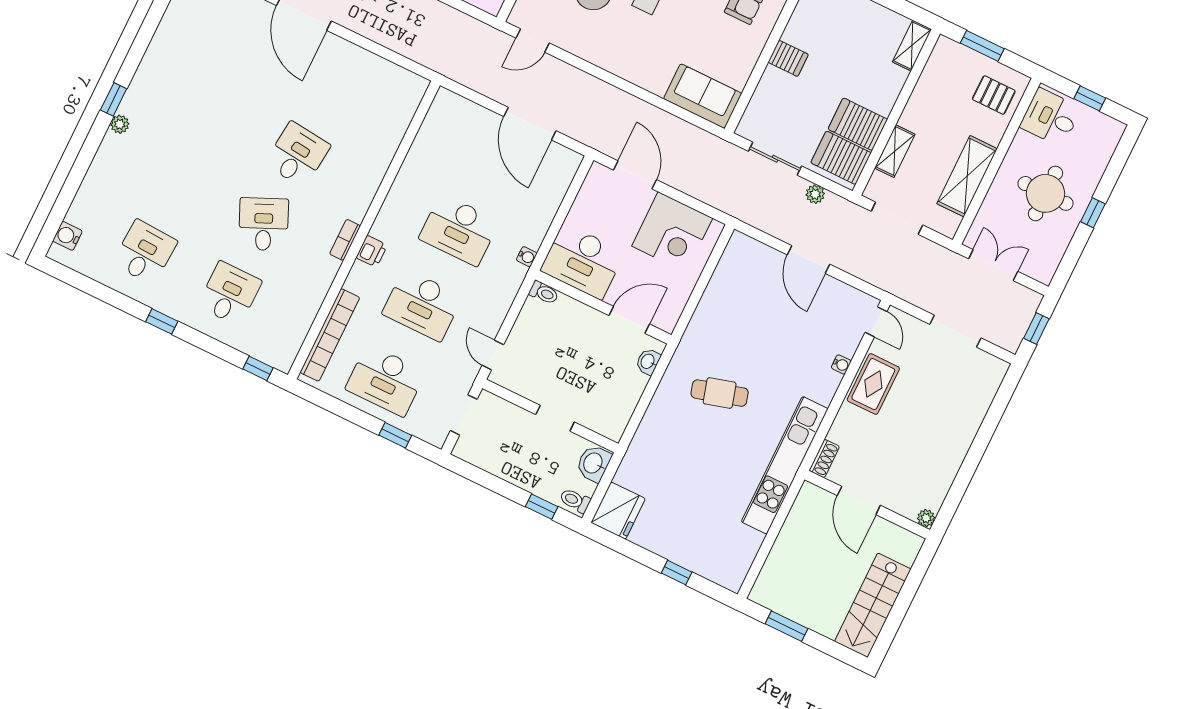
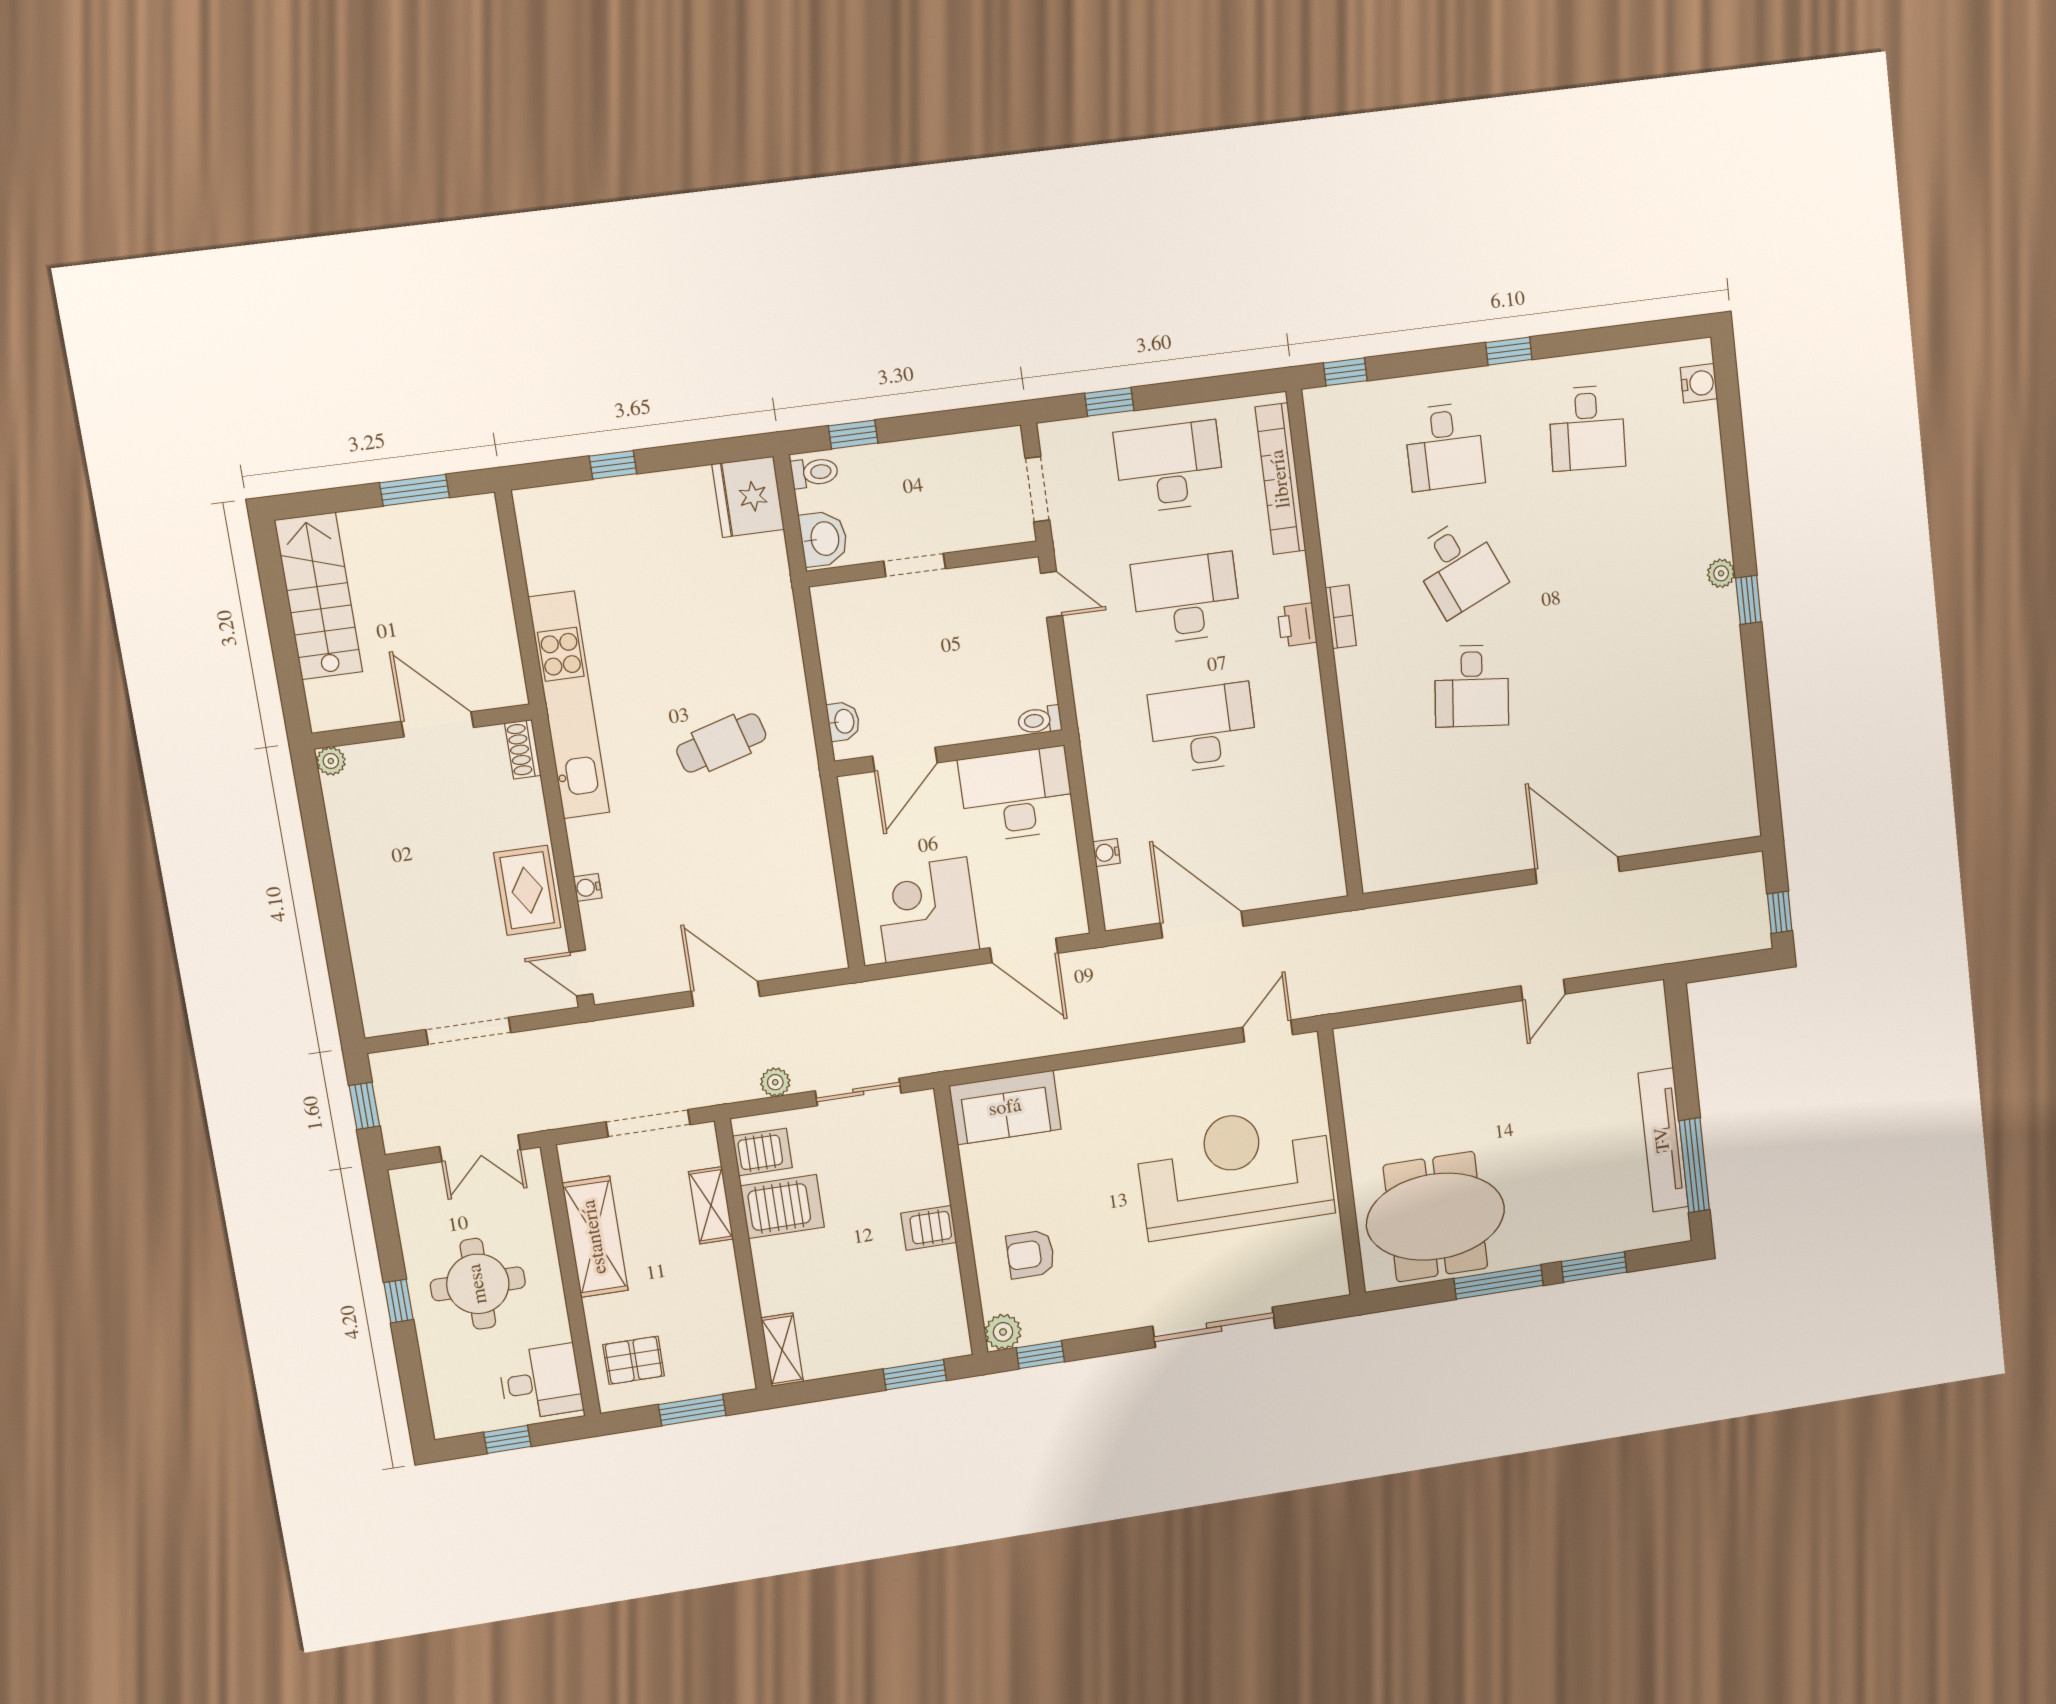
server rack: (841, 158) -> (762, 1152), width x0.73, depth x0.70
water cooler: (527, 257) -> (1107, 853), moved

